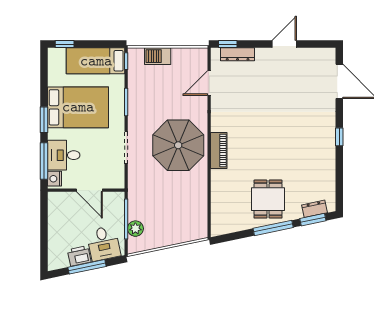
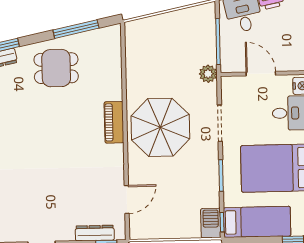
barbecue: (158, 56) -> (211, 223), moved, turned -90
dining table: (268, 199) -> (56, 68), turned 90
window: (273, 228) -> (76, 29), moved
plant: (135, 229) -> (208, 74), moved

